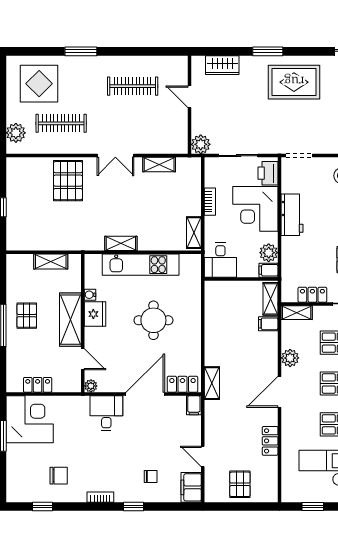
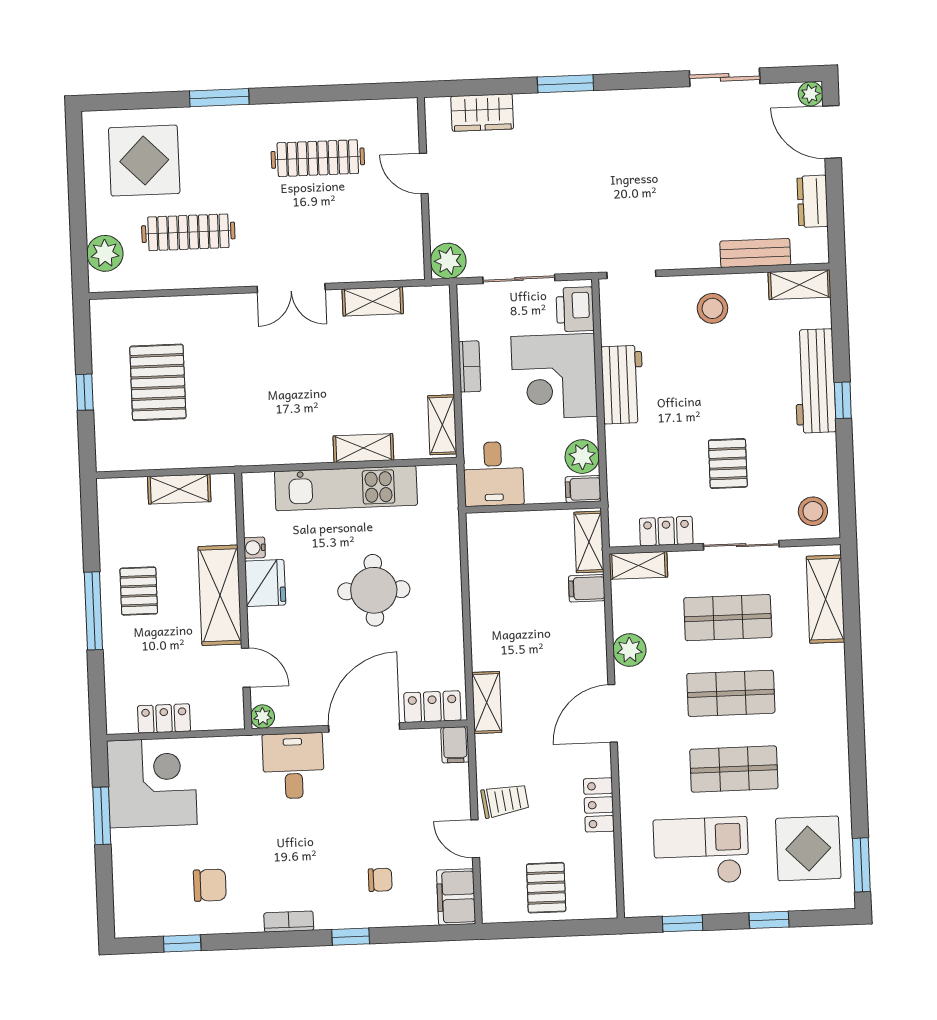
rug: (294, 82) -> (616, 139), removed
pallet: (68, 181) -> (158, 382), moved
shelving: (121, 243) -> (363, 448), moved
trolley: (220, 436) -> (505, 801), added

